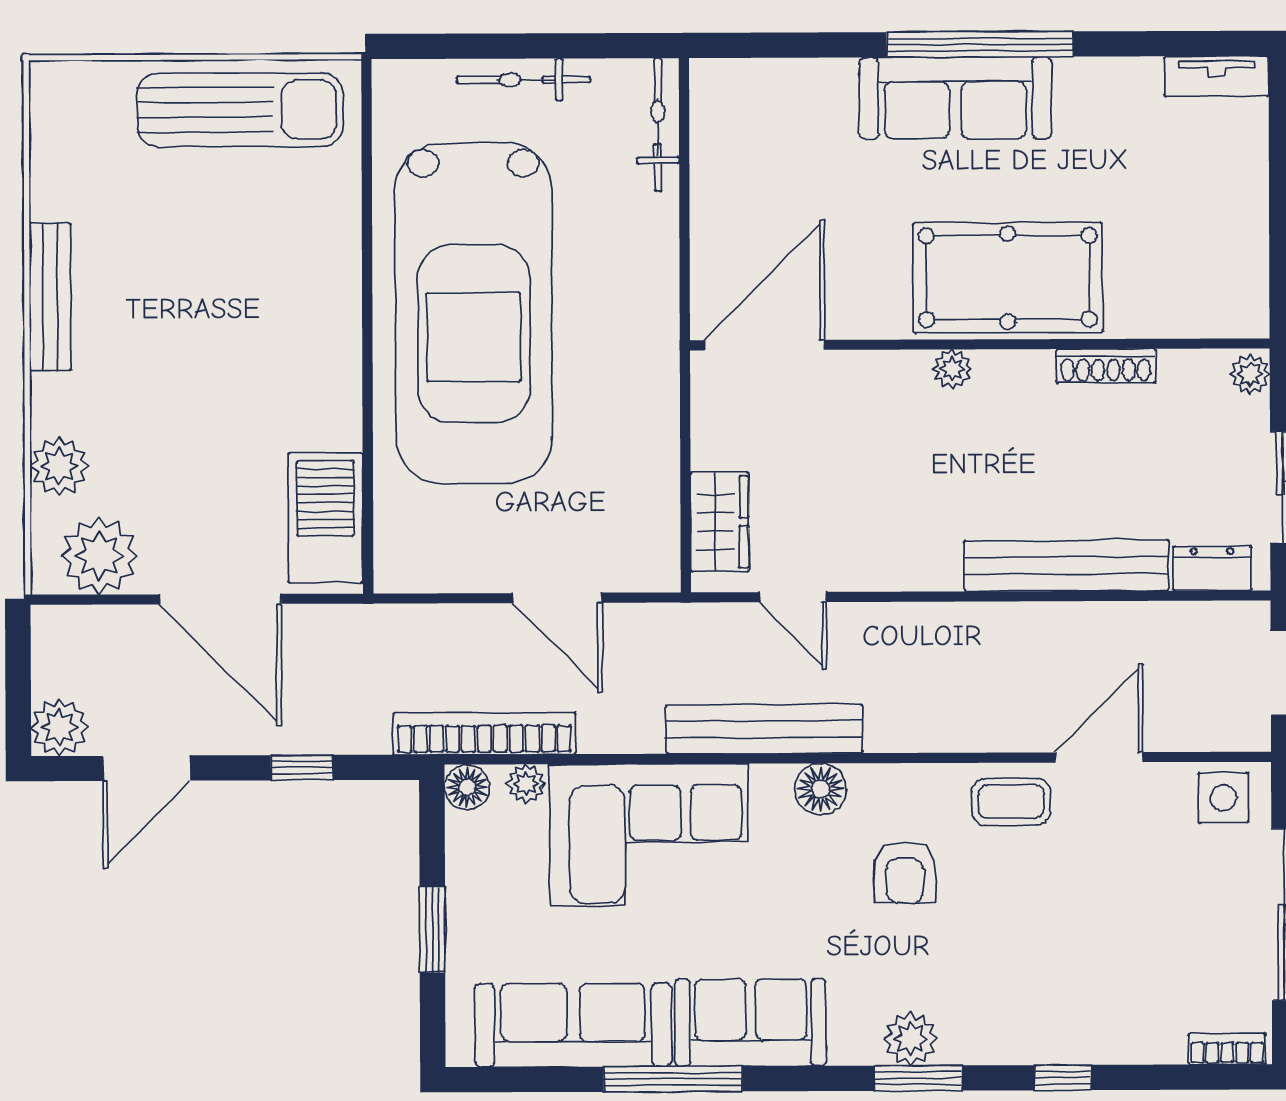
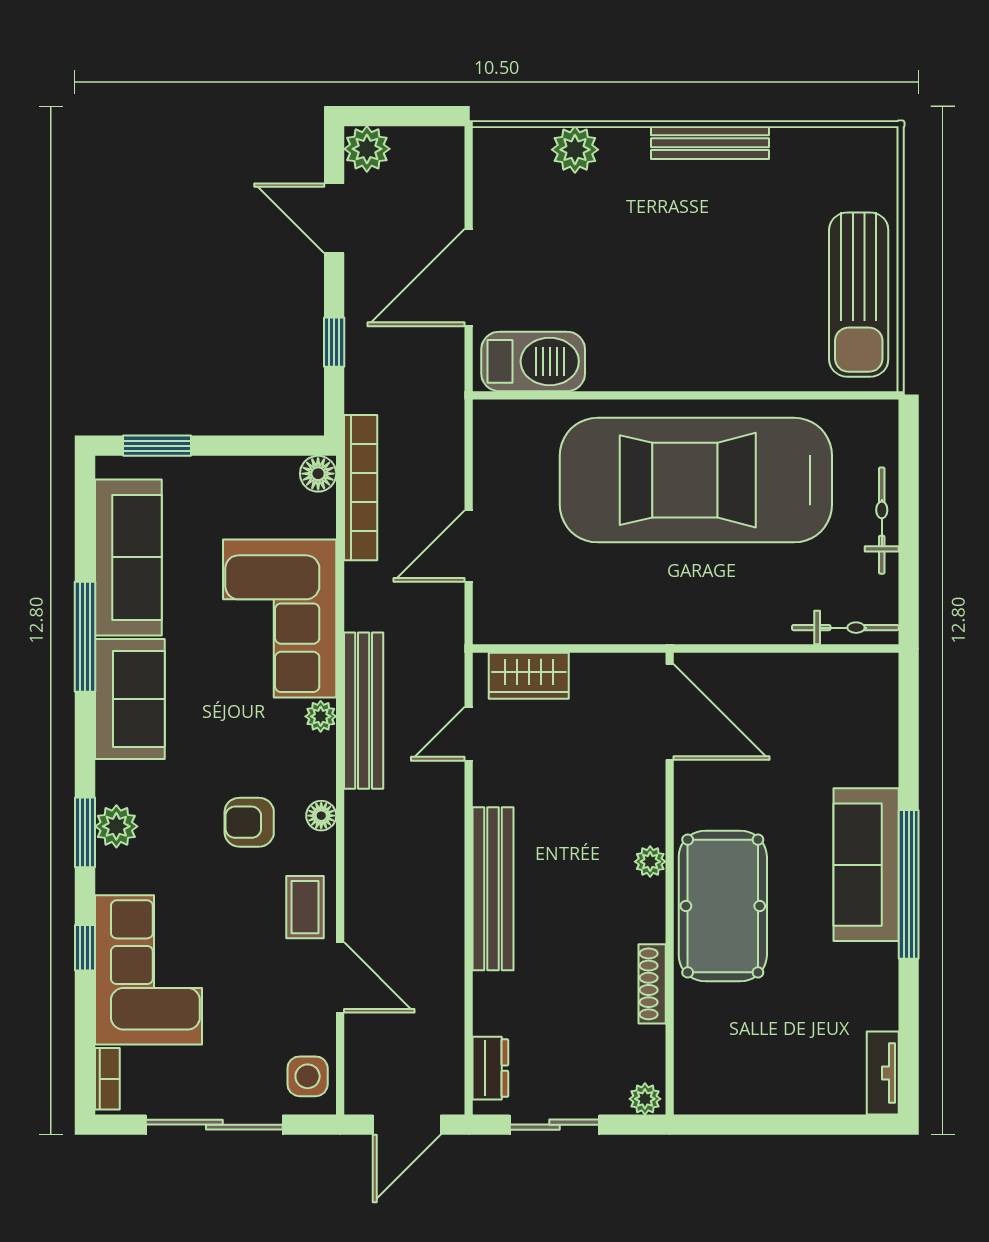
plant: (99, 556) -> (504, 181), removed
bench: (1066, 566) -> (493, 889), moved
plant: (526, 784) -> (321, 716), moved
floor lamp: (821, 789) -> (321, 816), moved, width x0.73, depth x0.73
window: (432, 930) -> (157, 446), moved
corner sofa: (1090, 998) -> (148, 970), added

